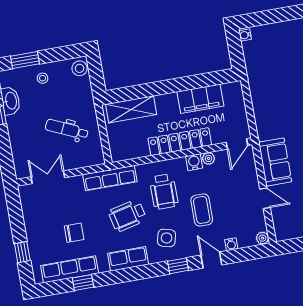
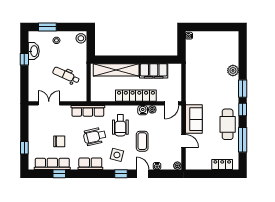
shelving: (131, 109) -> (116, 70), width x1.47

